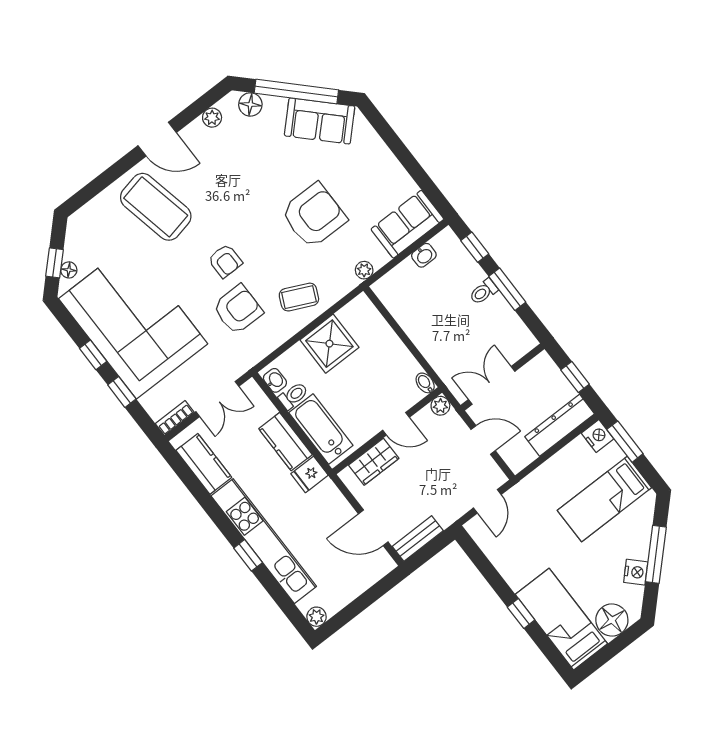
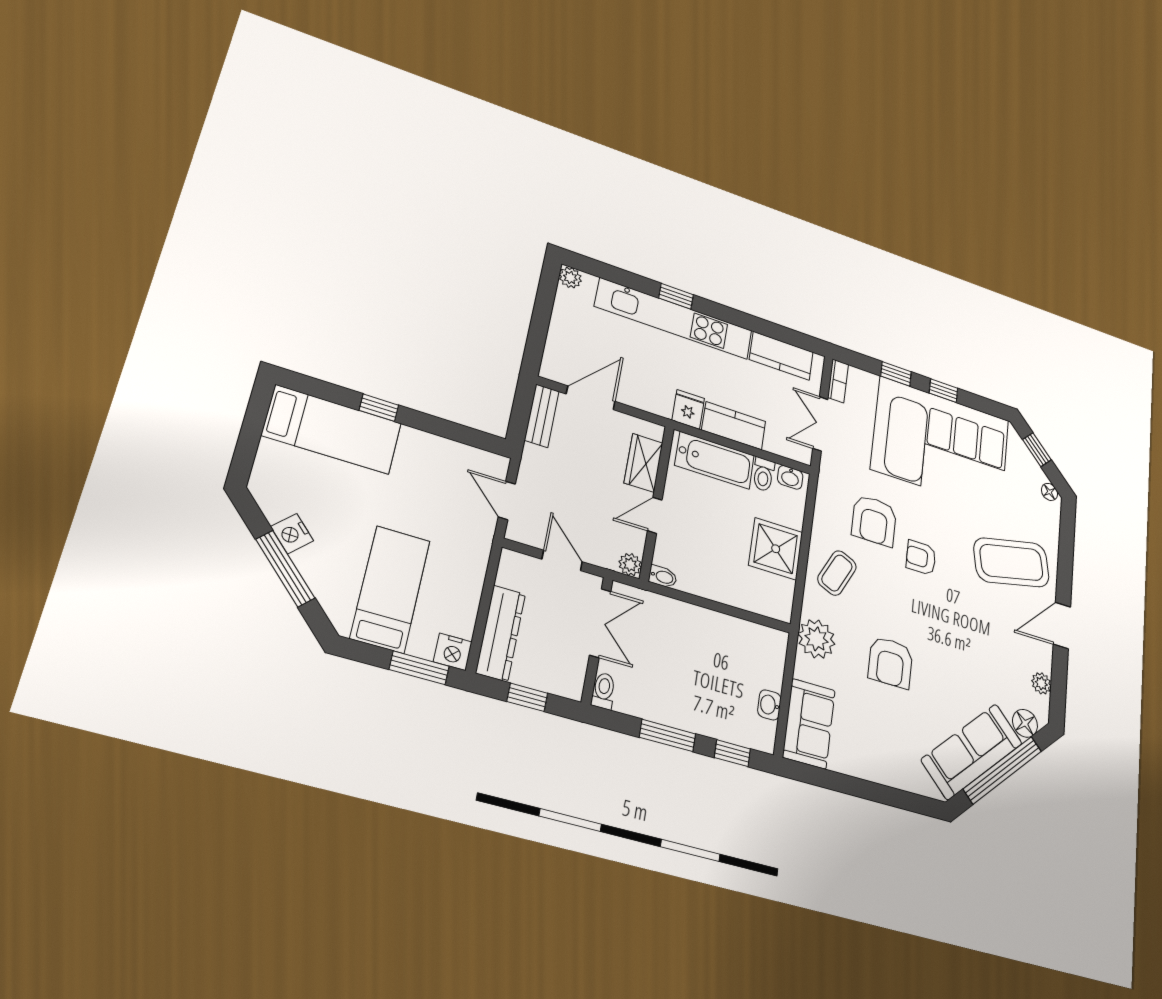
sofa: (320, 121) -> (972, 751), width x1.36
armchair: (314, 215) -> (890, 662), width x0.73, depth x0.73
floor lamp: (69, 270) -> (1050, 492), moved
plant: (364, 270) -> (816, 639), width x1.87, depth x1.87
toilet: (483, 292) -> (604, 691), moved
door: (483, 440) -> (562, 560), swing flipped
floor lamp: (612, 620) -> (276, 464), removed

